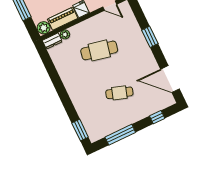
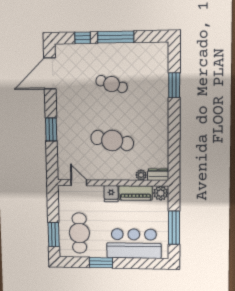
door: (170, 79) -> (50, 73), swing flipped
window: (80, 130) -> (174, 85), moved
window: (120, 135) -> (116, 37), moved

